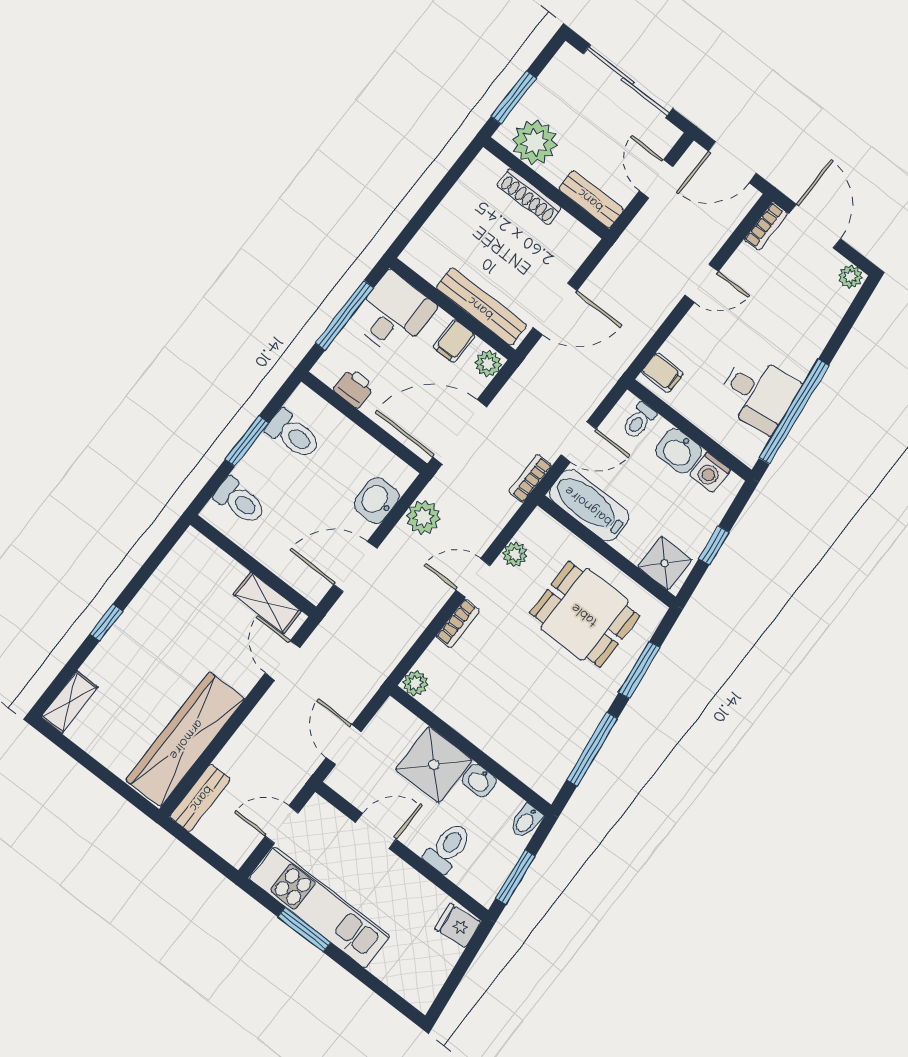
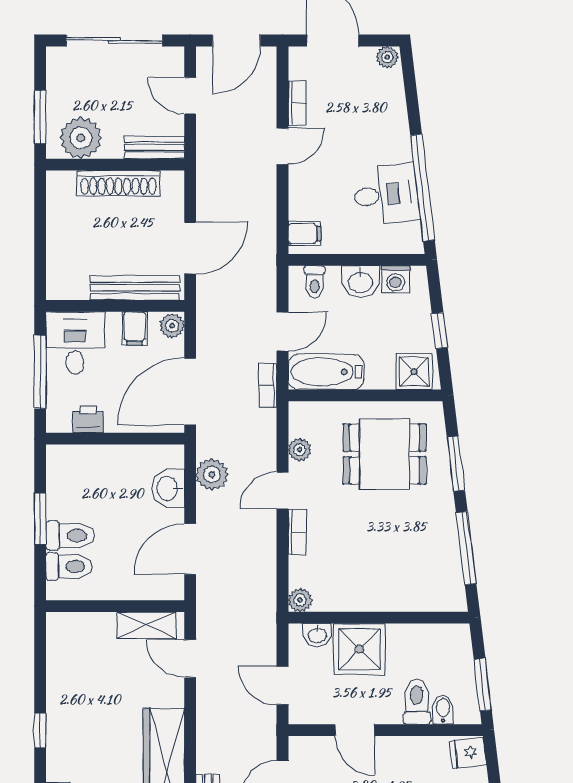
shoe rack: (529, 197) -> (118, 183), width x1.36, depth x1.24
bookcase: (766, 226) -> (297, 103), moved
toilet: (293, 434) -> (70, 536), moved
washbasin: (479, 781) -> (317, 635), moved
bidet: (526, 821) -> (443, 710), moved, turned 180
door: (376, 831) -> (355, 730), swing flipped

